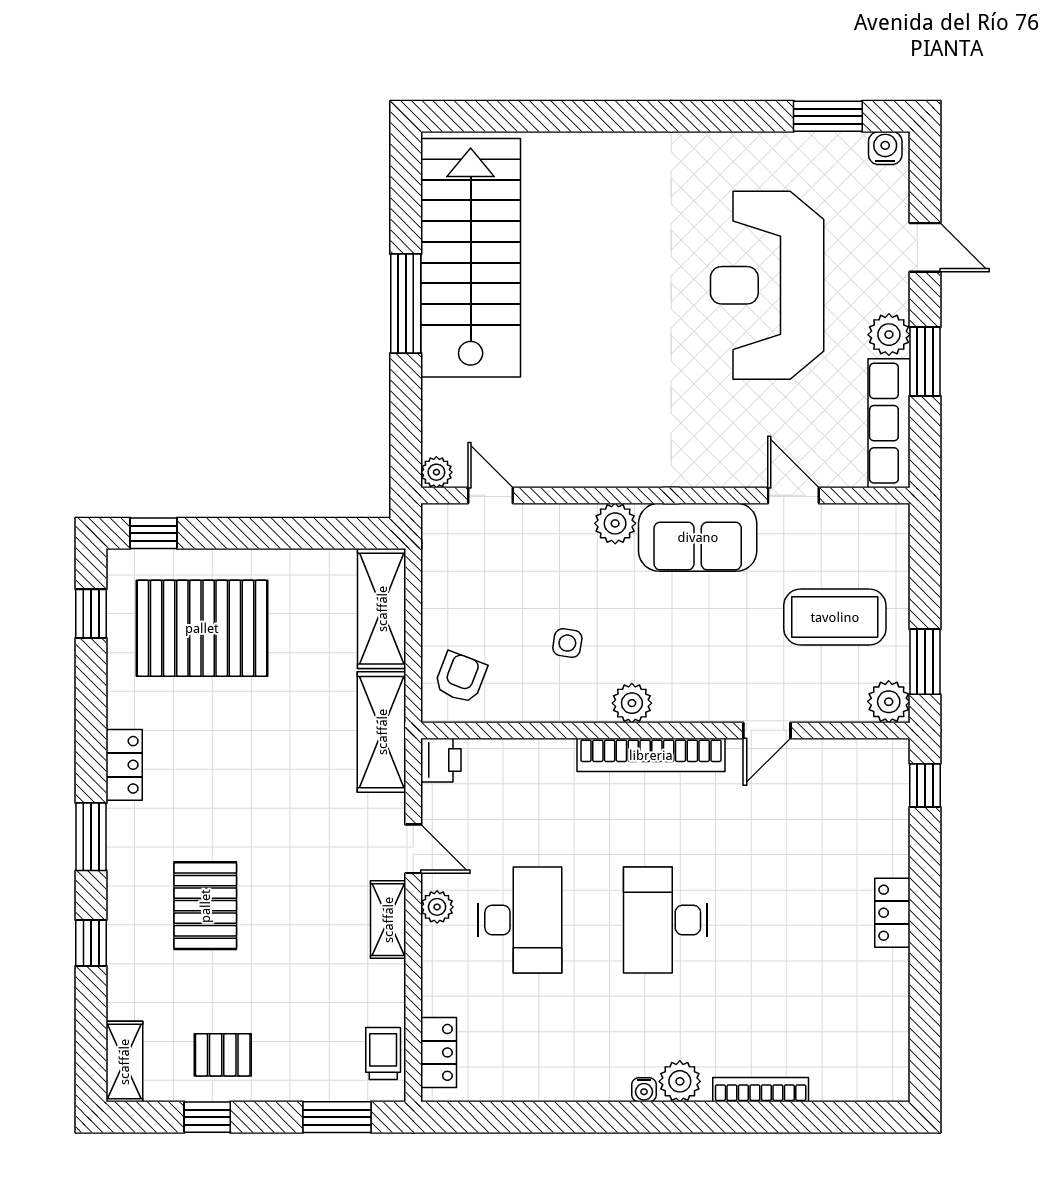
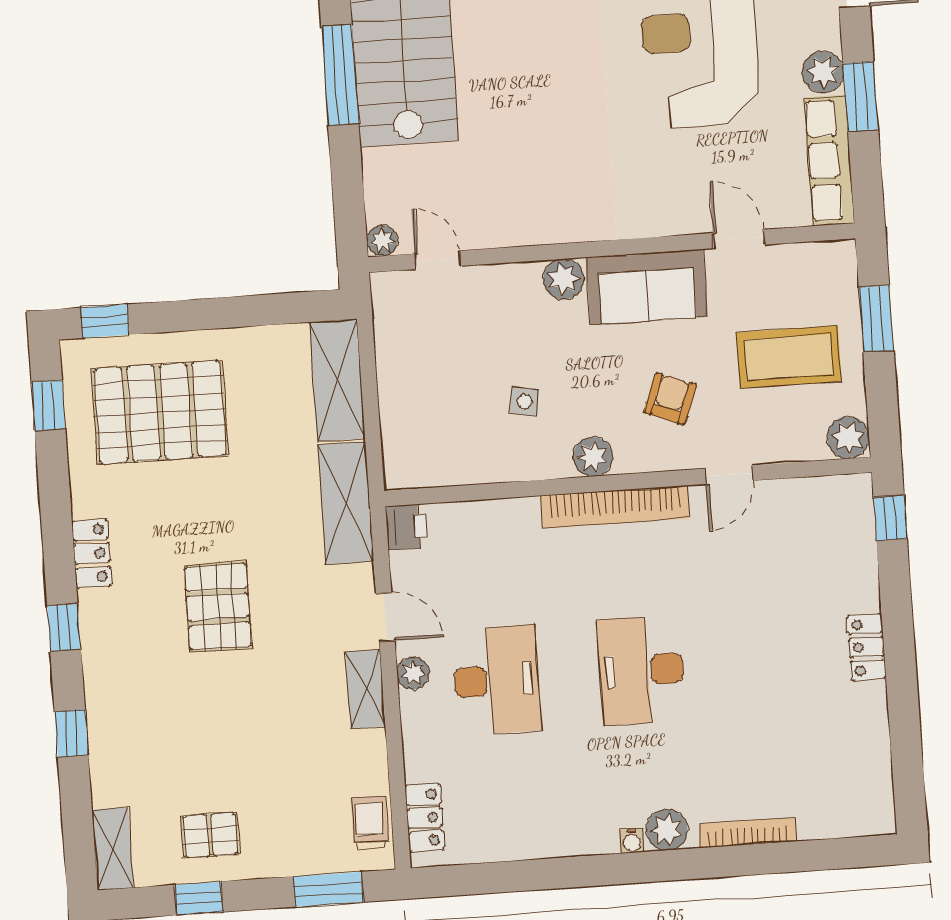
window: (925, 662) -> (876, 319), moved
armchair: (461, 677) -> (670, 399), moved
window: (91, 837) -> (64, 627), width x0.67
pallet: (205, 906) -> (218, 607), moved

